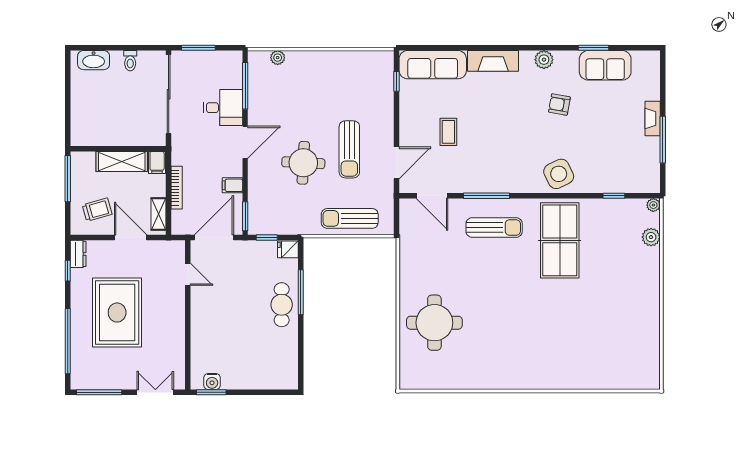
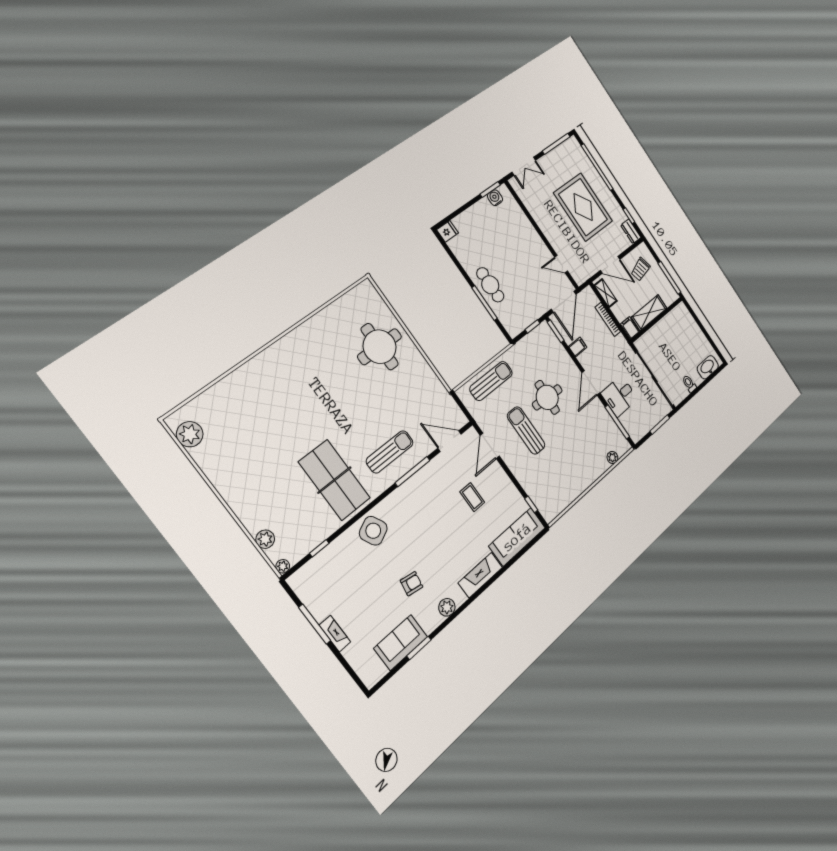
sun lounger: (494, 227) -> (390, 452), turned 180
fridge: (288, 249) -> (448, 231), moved
plant: (648, 363) -> (190, 434), added

